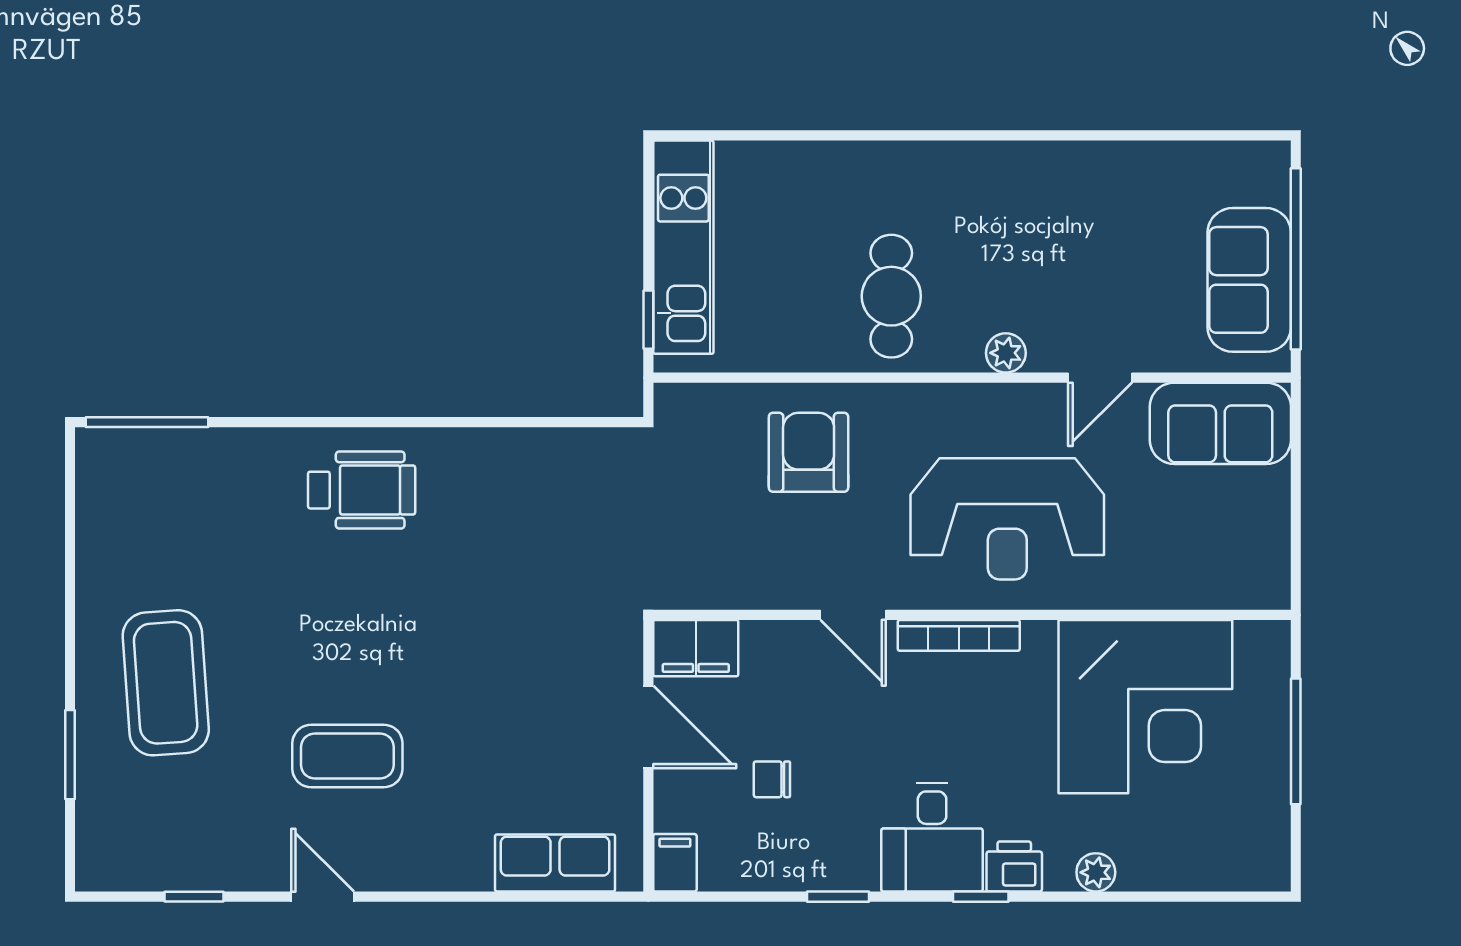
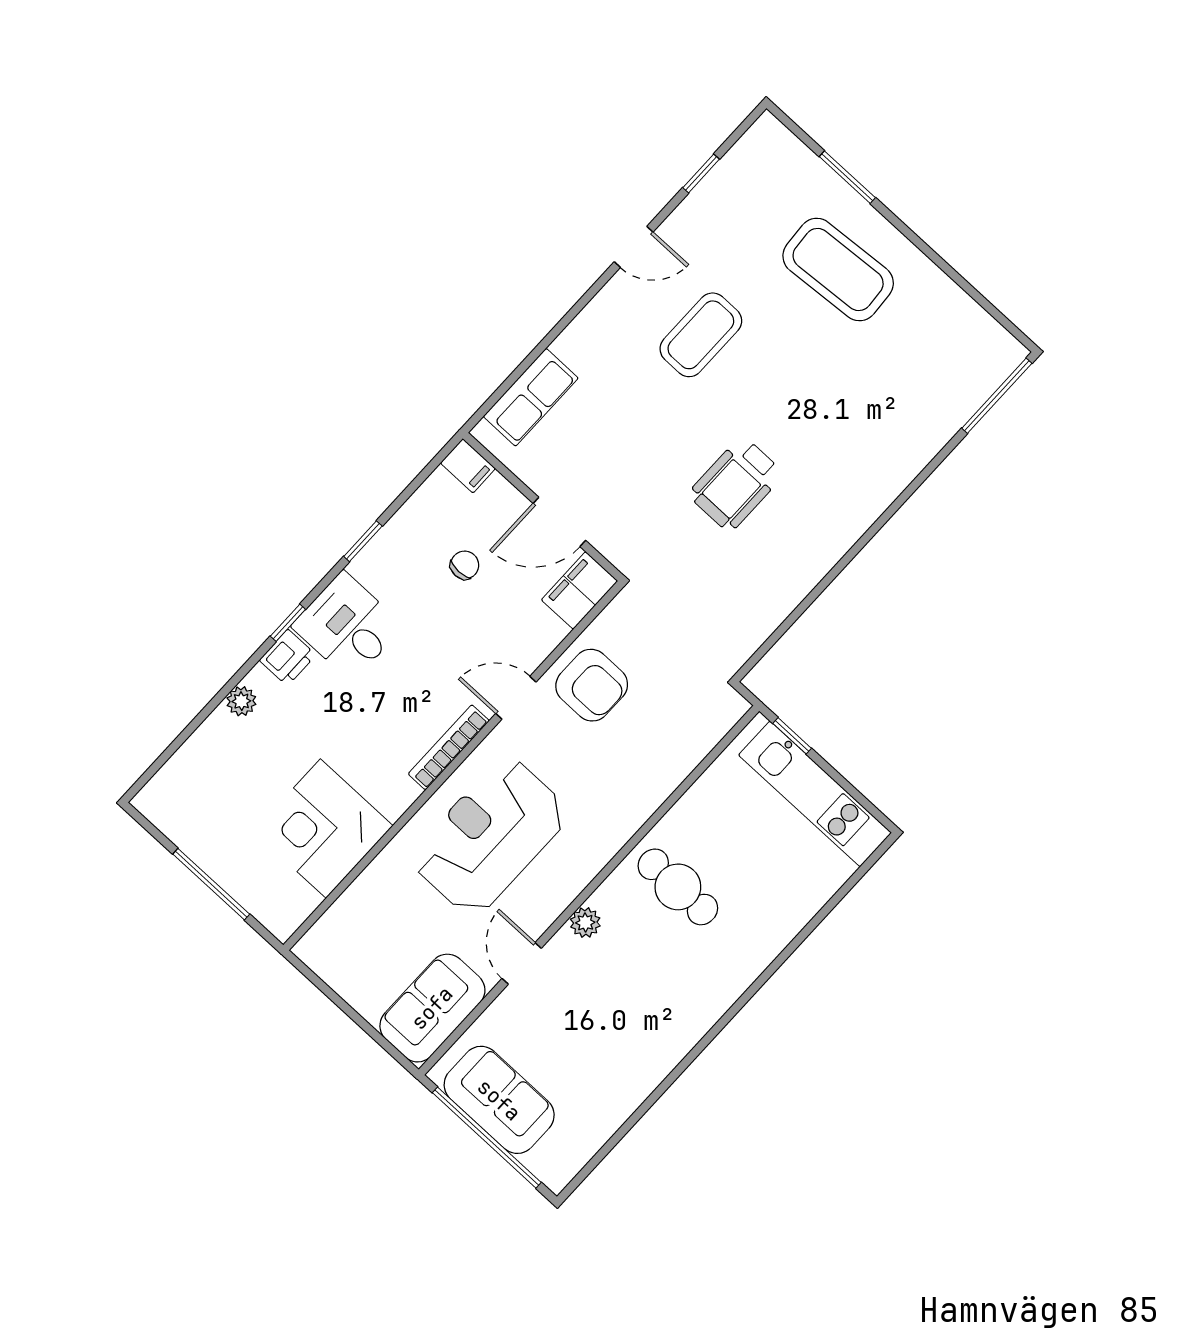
armchair: (809, 452) -> (592, 685), moved
wheelchair: (362, 490) -> (736, 484), moved
corner desk: (1145, 707) -> (323, 829), width x0.74, depth x0.74

